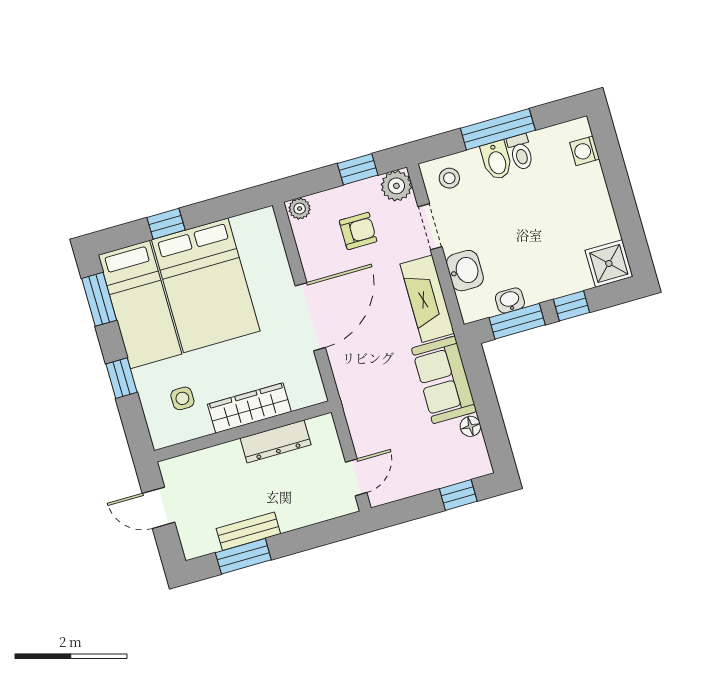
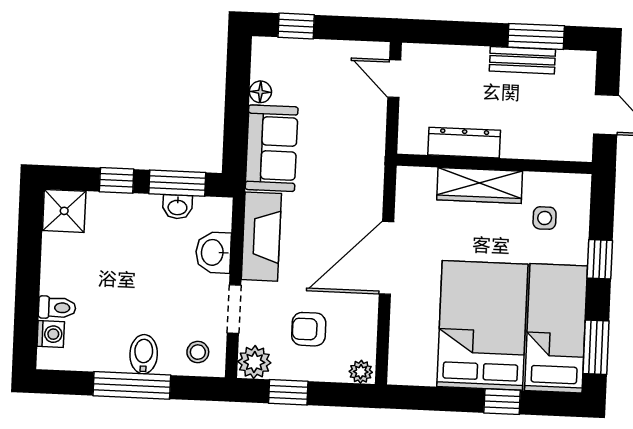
toilet: (521, 152) -> (57, 308), moved, turned 90
door: (356, 477) -> (394, 79), hinge flipped

